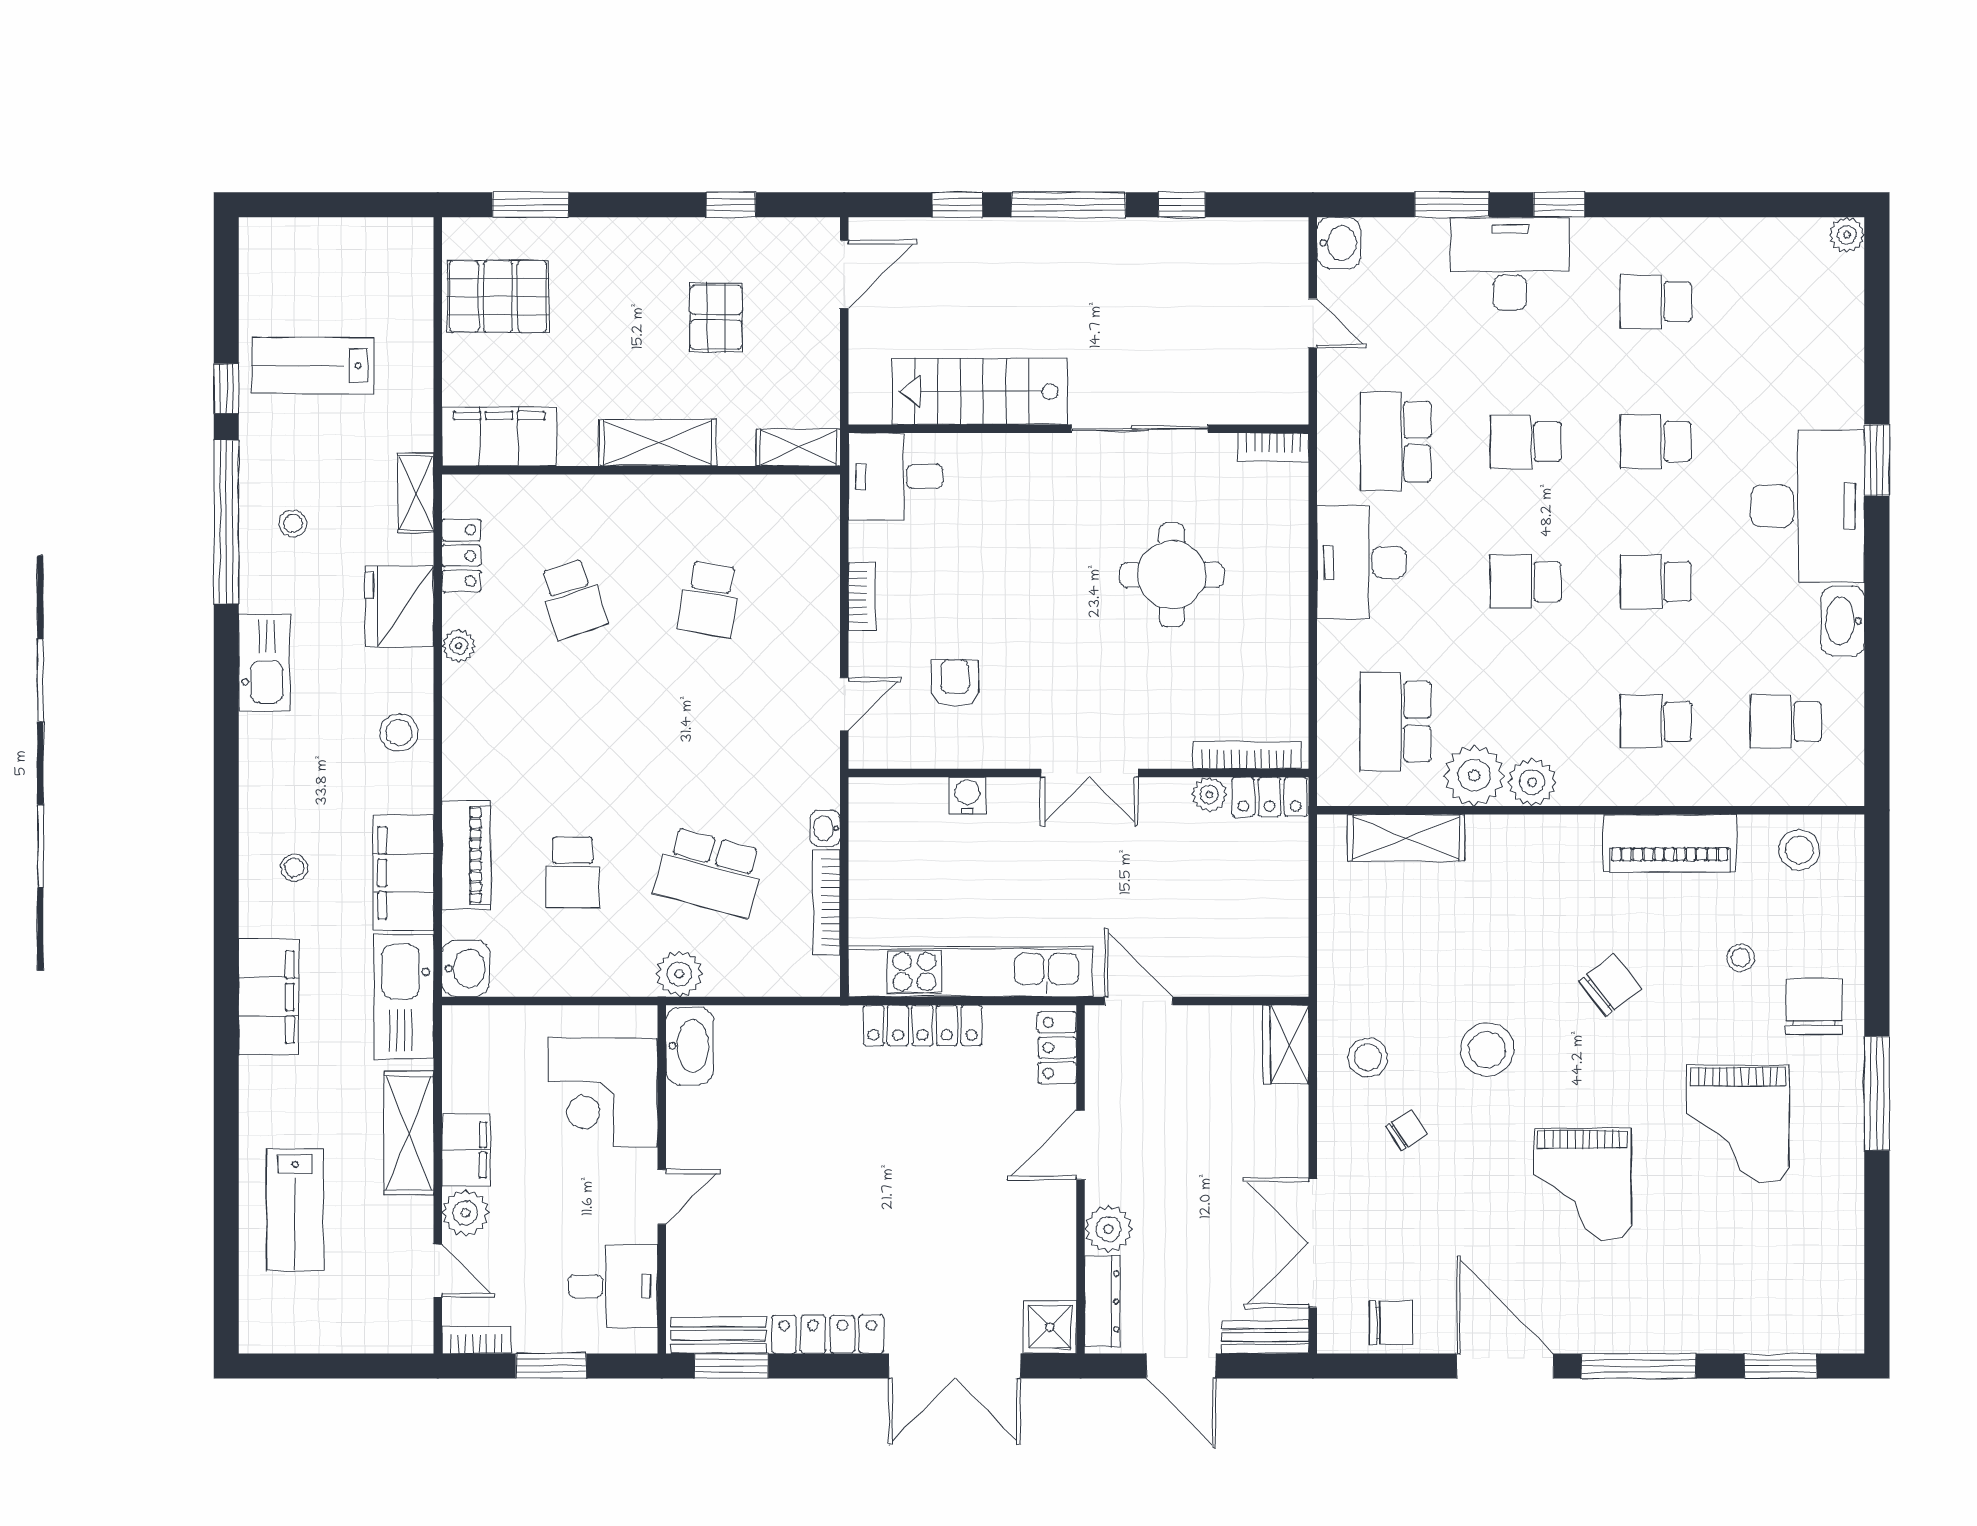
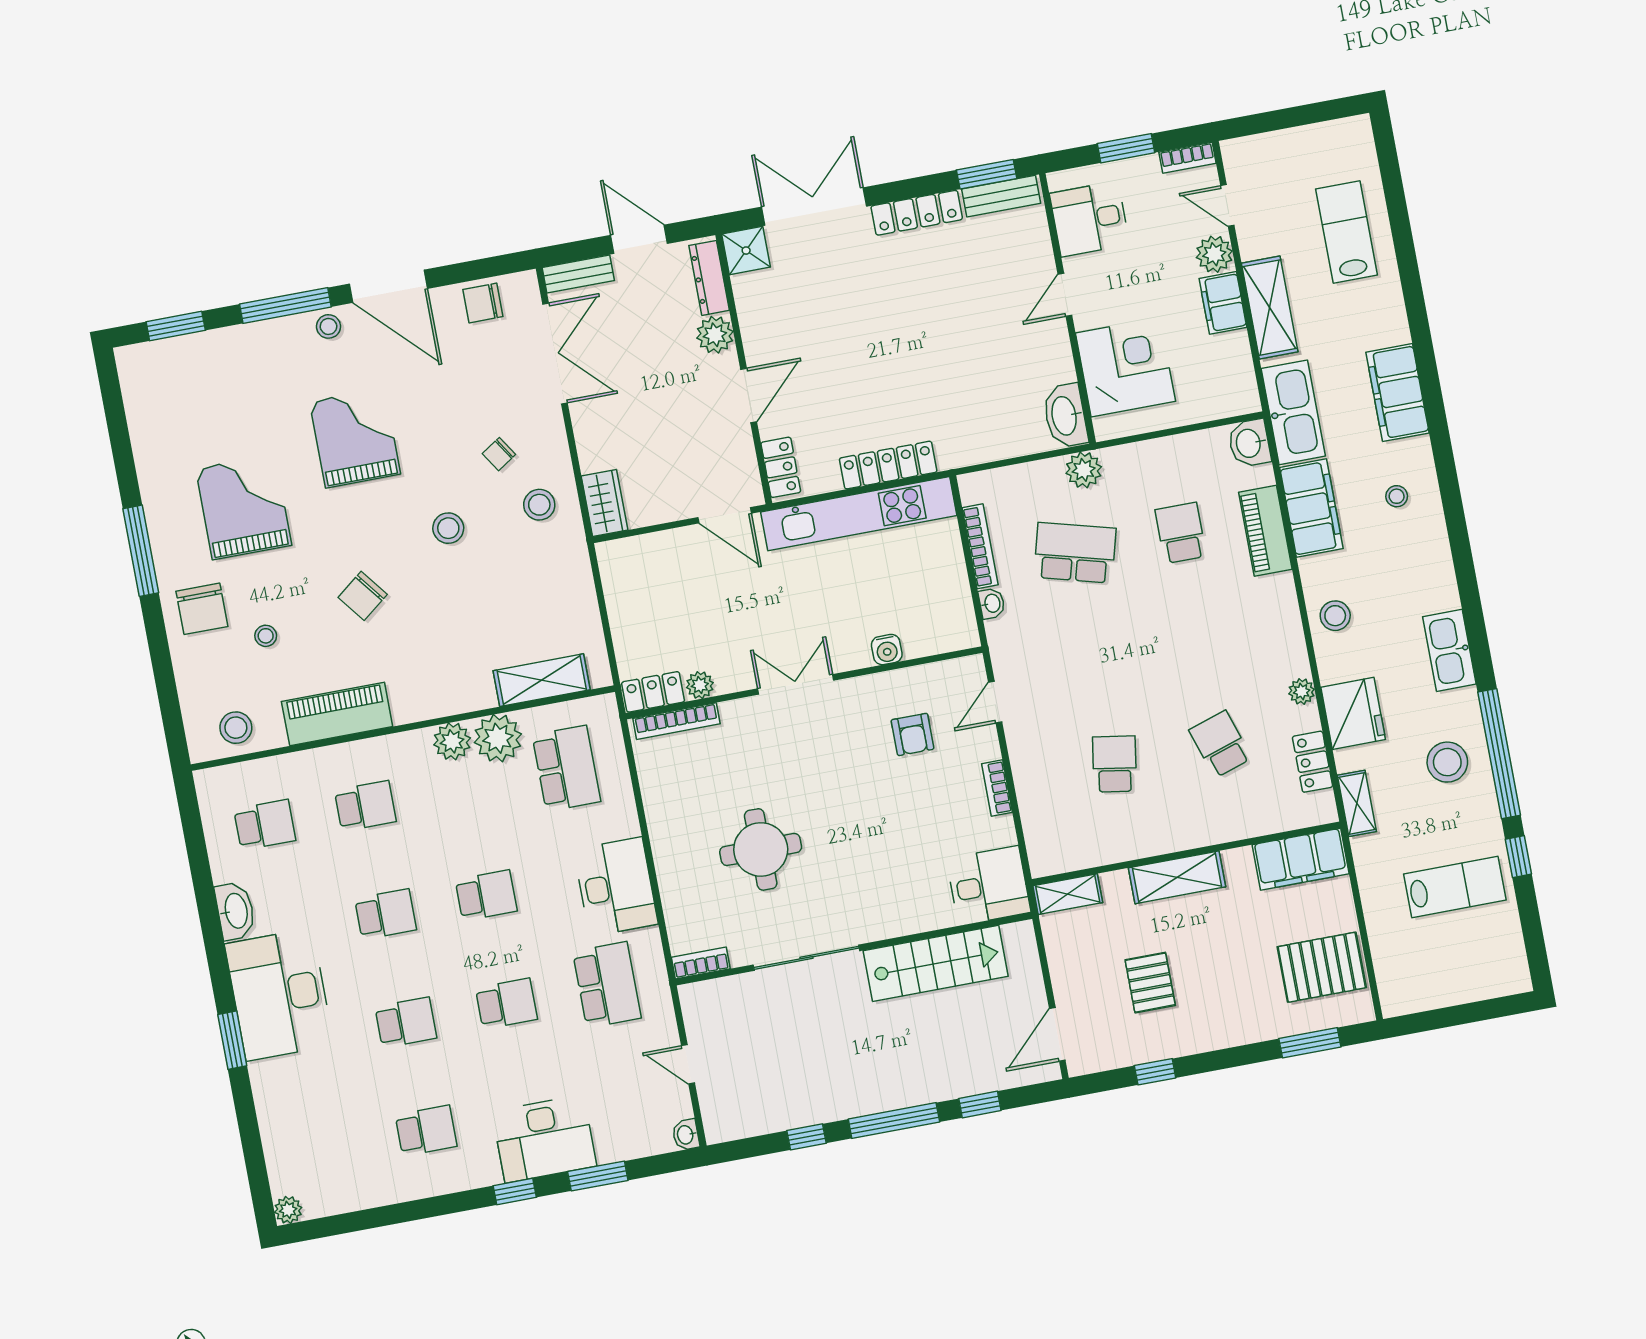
washbasin: (1339, 243) -> (686, 1135), width x0.72, depth x0.69
stool: (293, 523) -> (1447, 762), width x1.89, depth x1.89
stool: (1487, 1050) -> (448, 528), width x0.73, depth x0.73
stool: (1590, 1330) -> (328, 326), added

